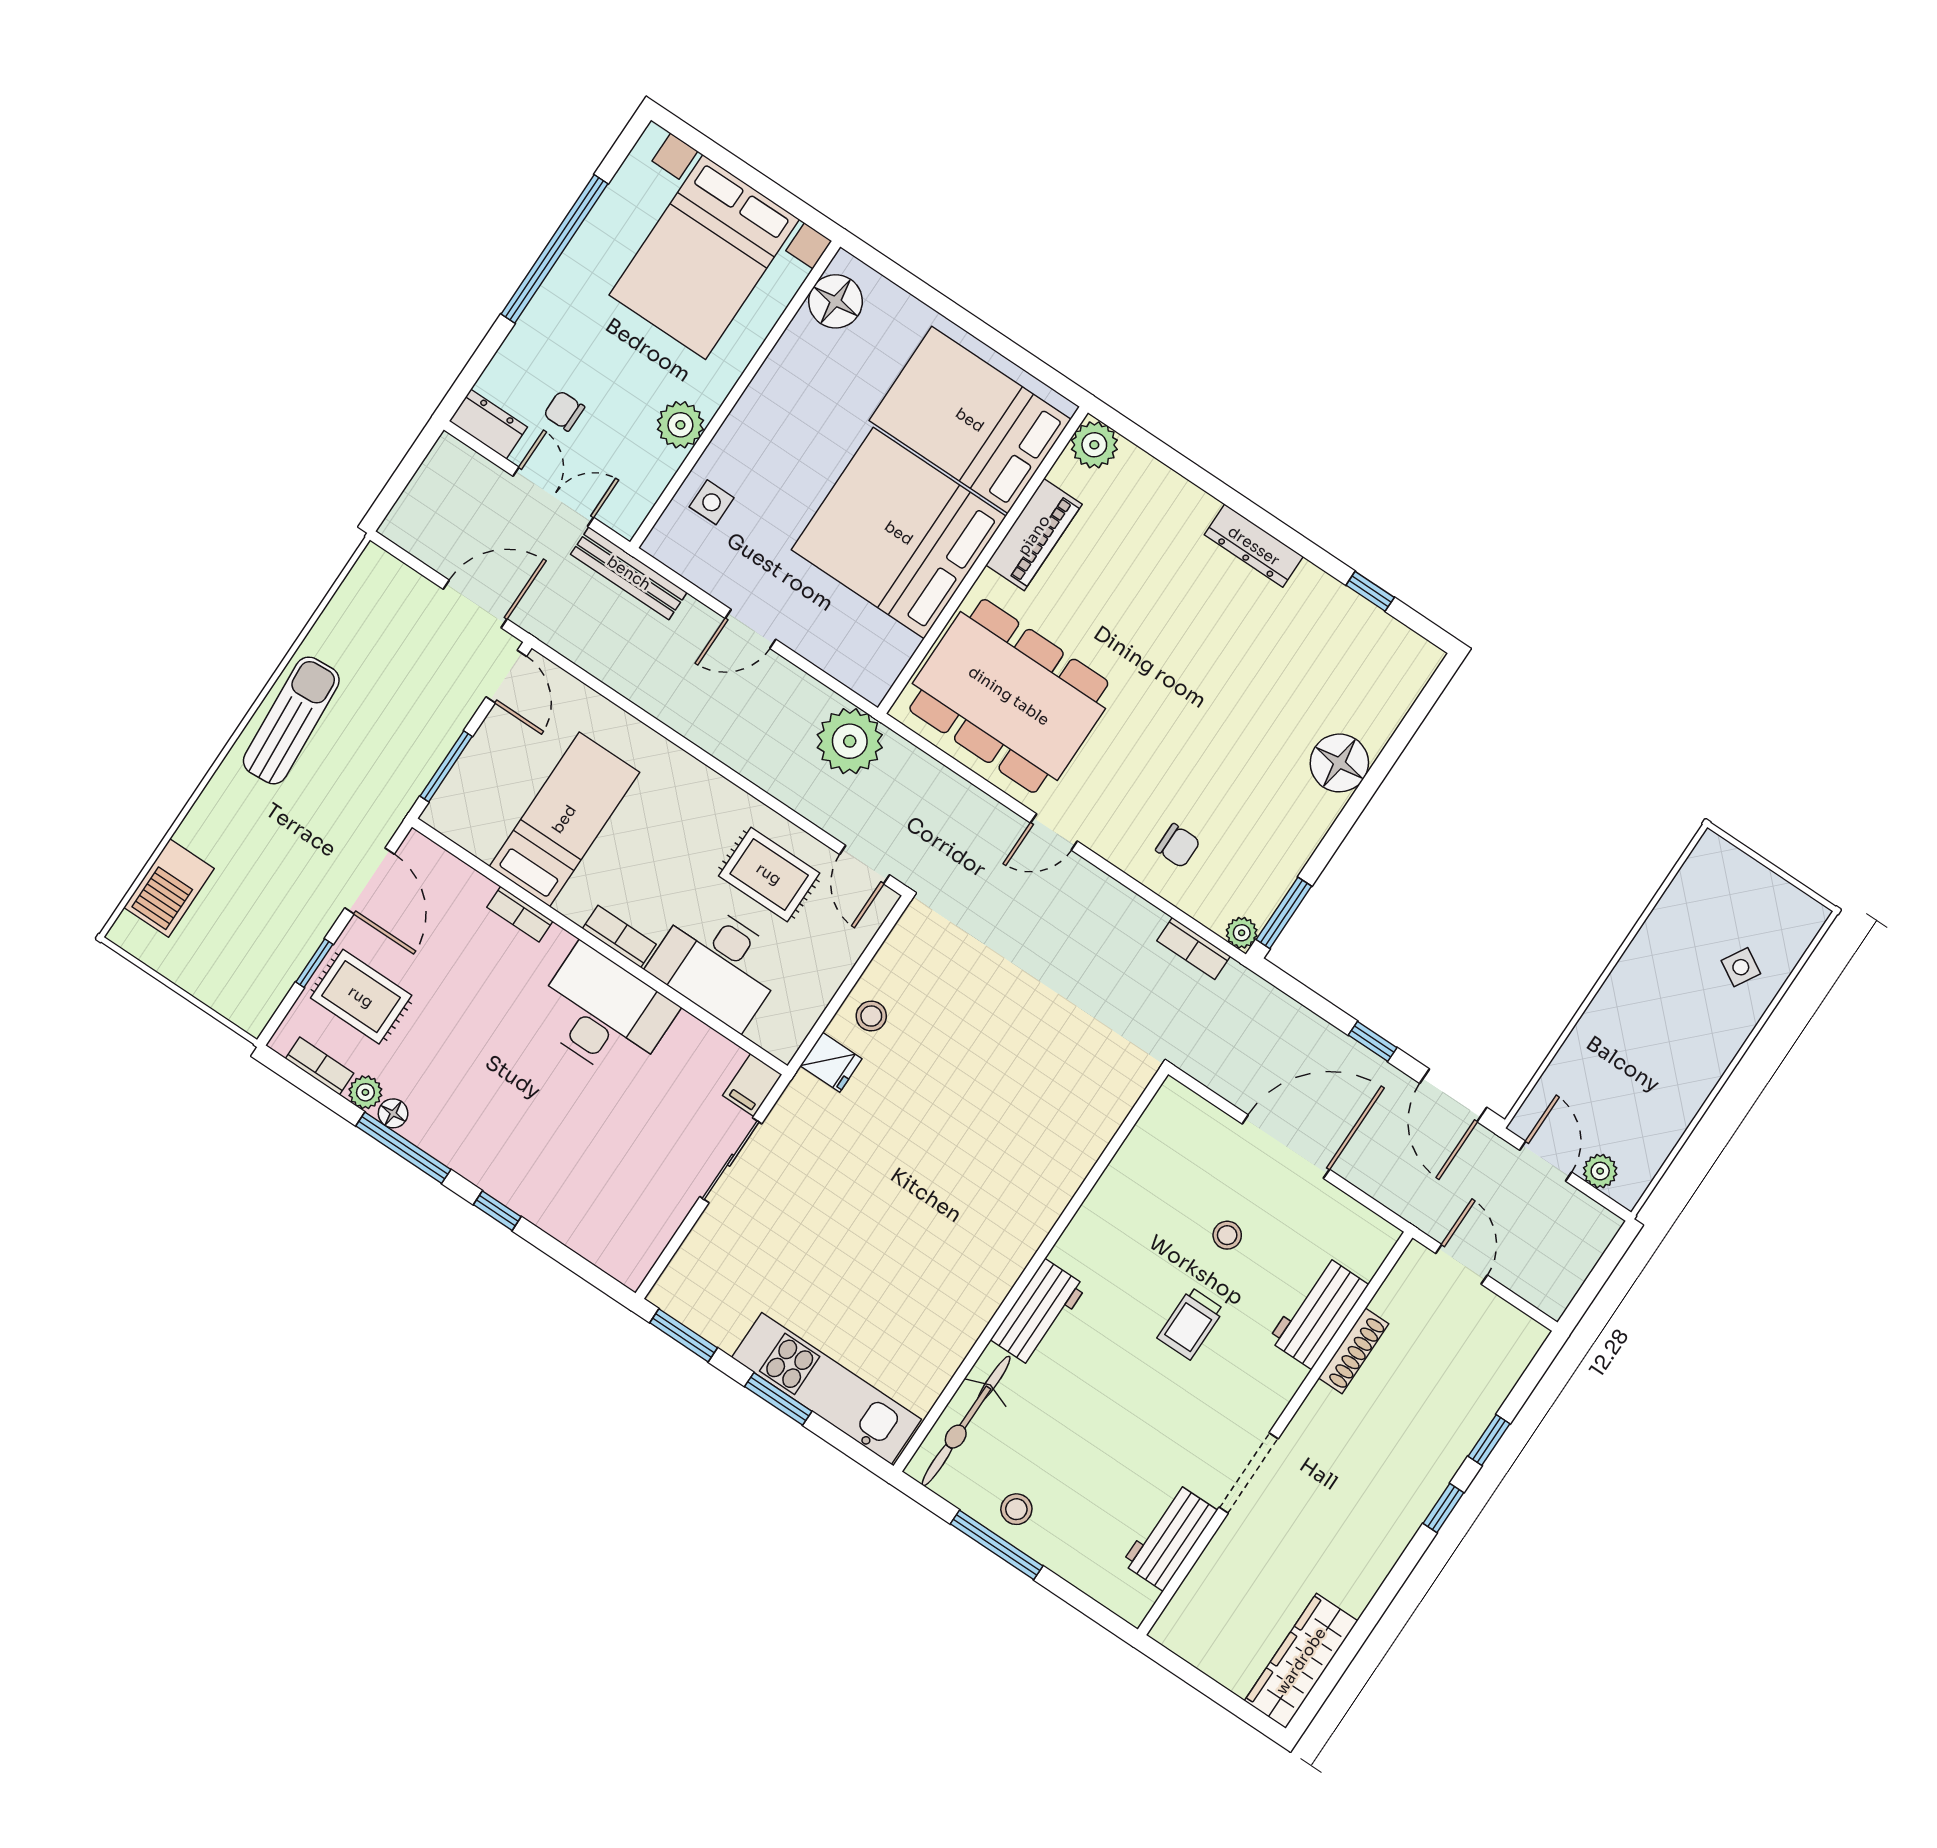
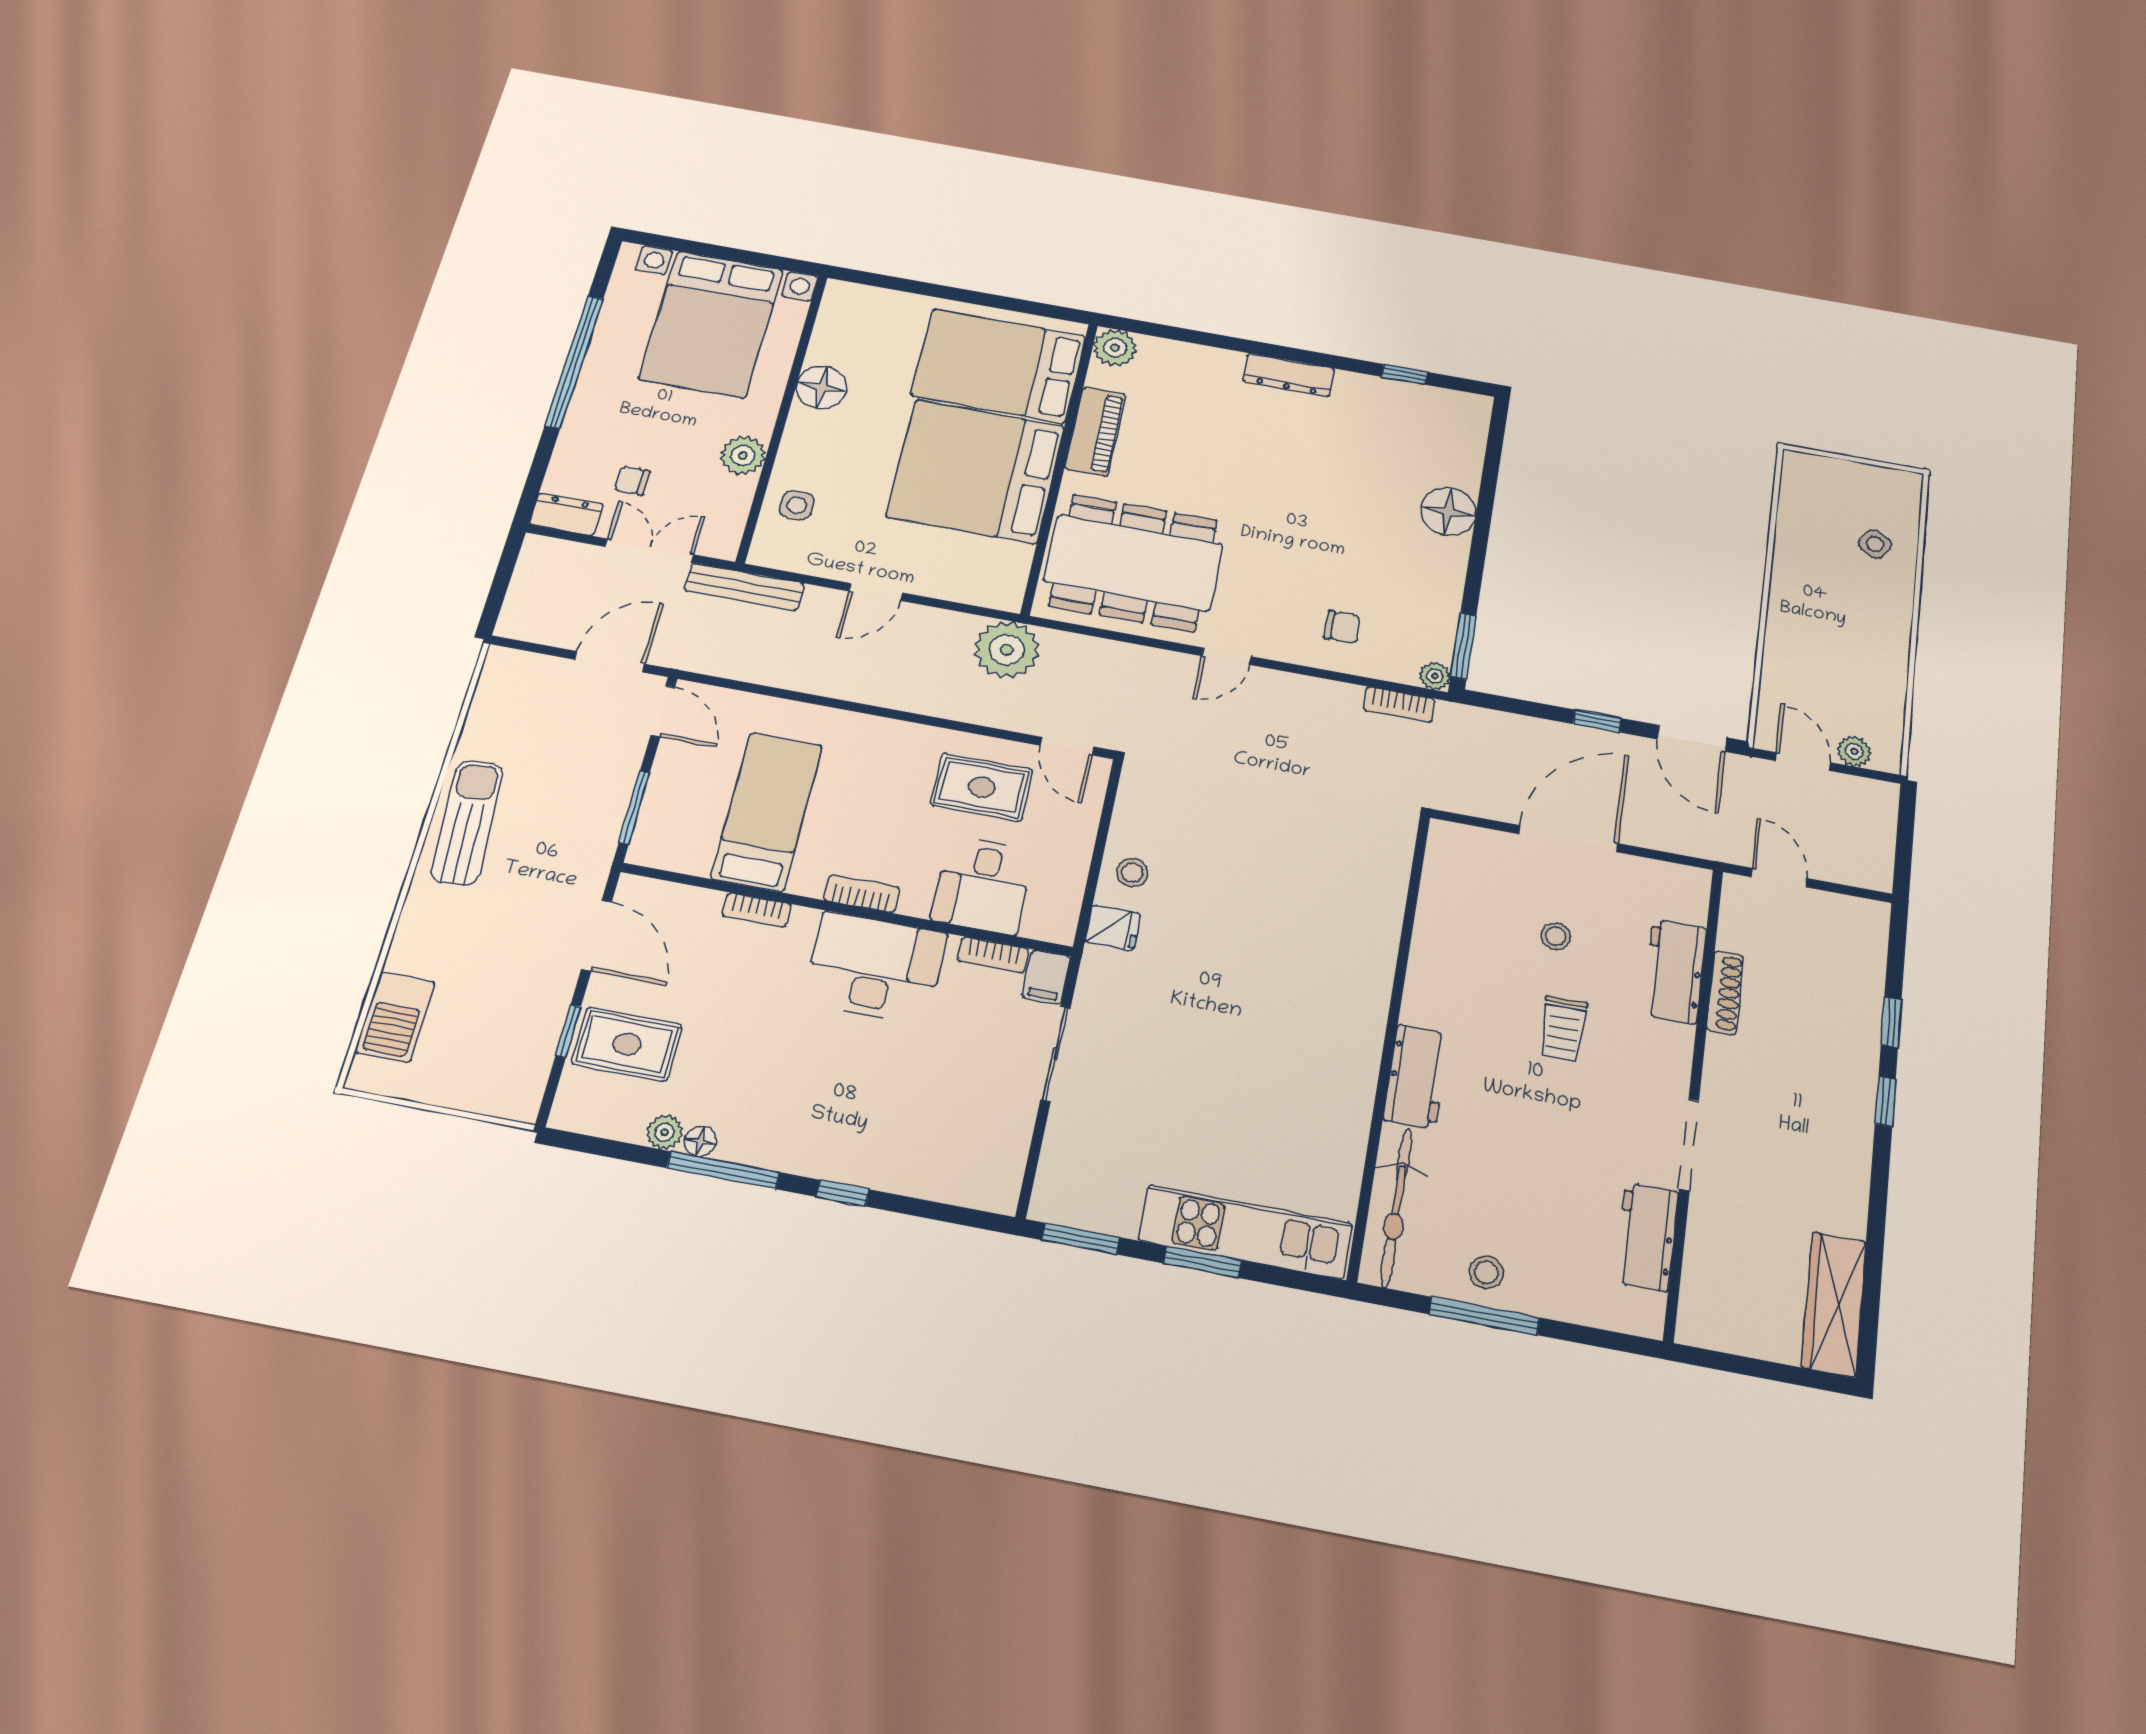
floor lamp: (836, 301) -> (822, 387), moved
desk: (718, 964) -> (983, 885), width x0.73
bookcase: (320, 1066) -> (993, 955), moved, turned 180

